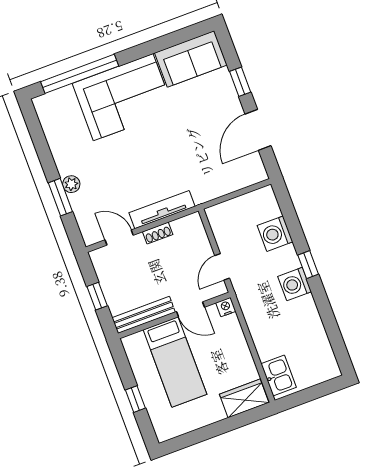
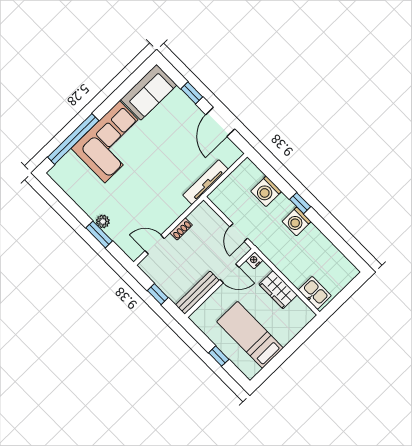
tv unit: (162, 210) -> (206, 182), moved
bed: (175, 362) -> (250, 335), moved, turned 180
wardrobe: (244, 398) -> (278, 290), moved, turned -90

